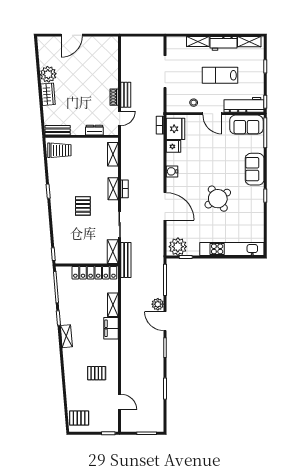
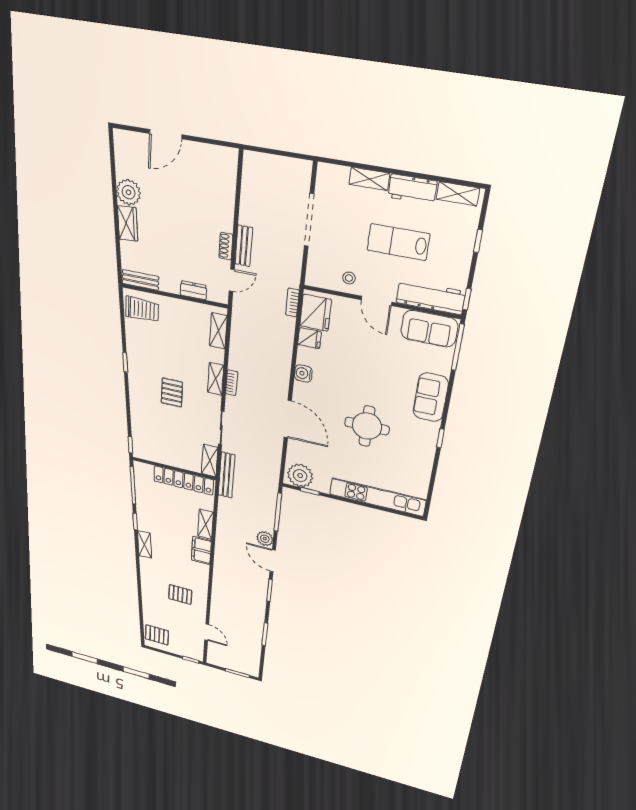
round table: (218, 199) -> (367, 426), turned 33

